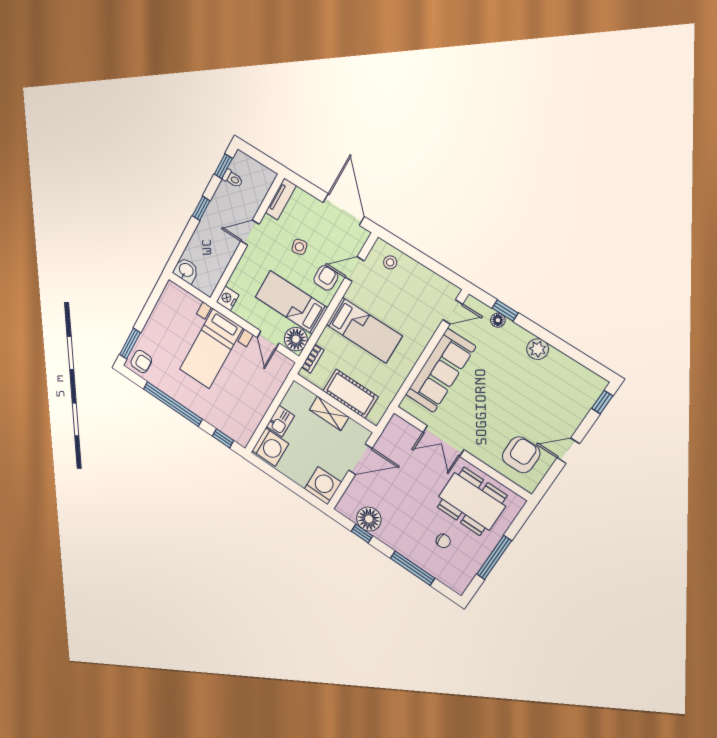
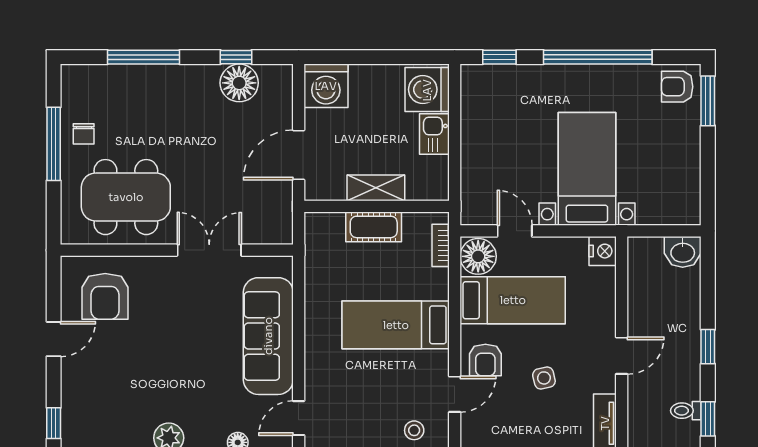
cot: (351, 394) -> (374, 227), width x0.73, depth x0.75
chair: (443, 541) -> (84, 134), moved, turned -90

